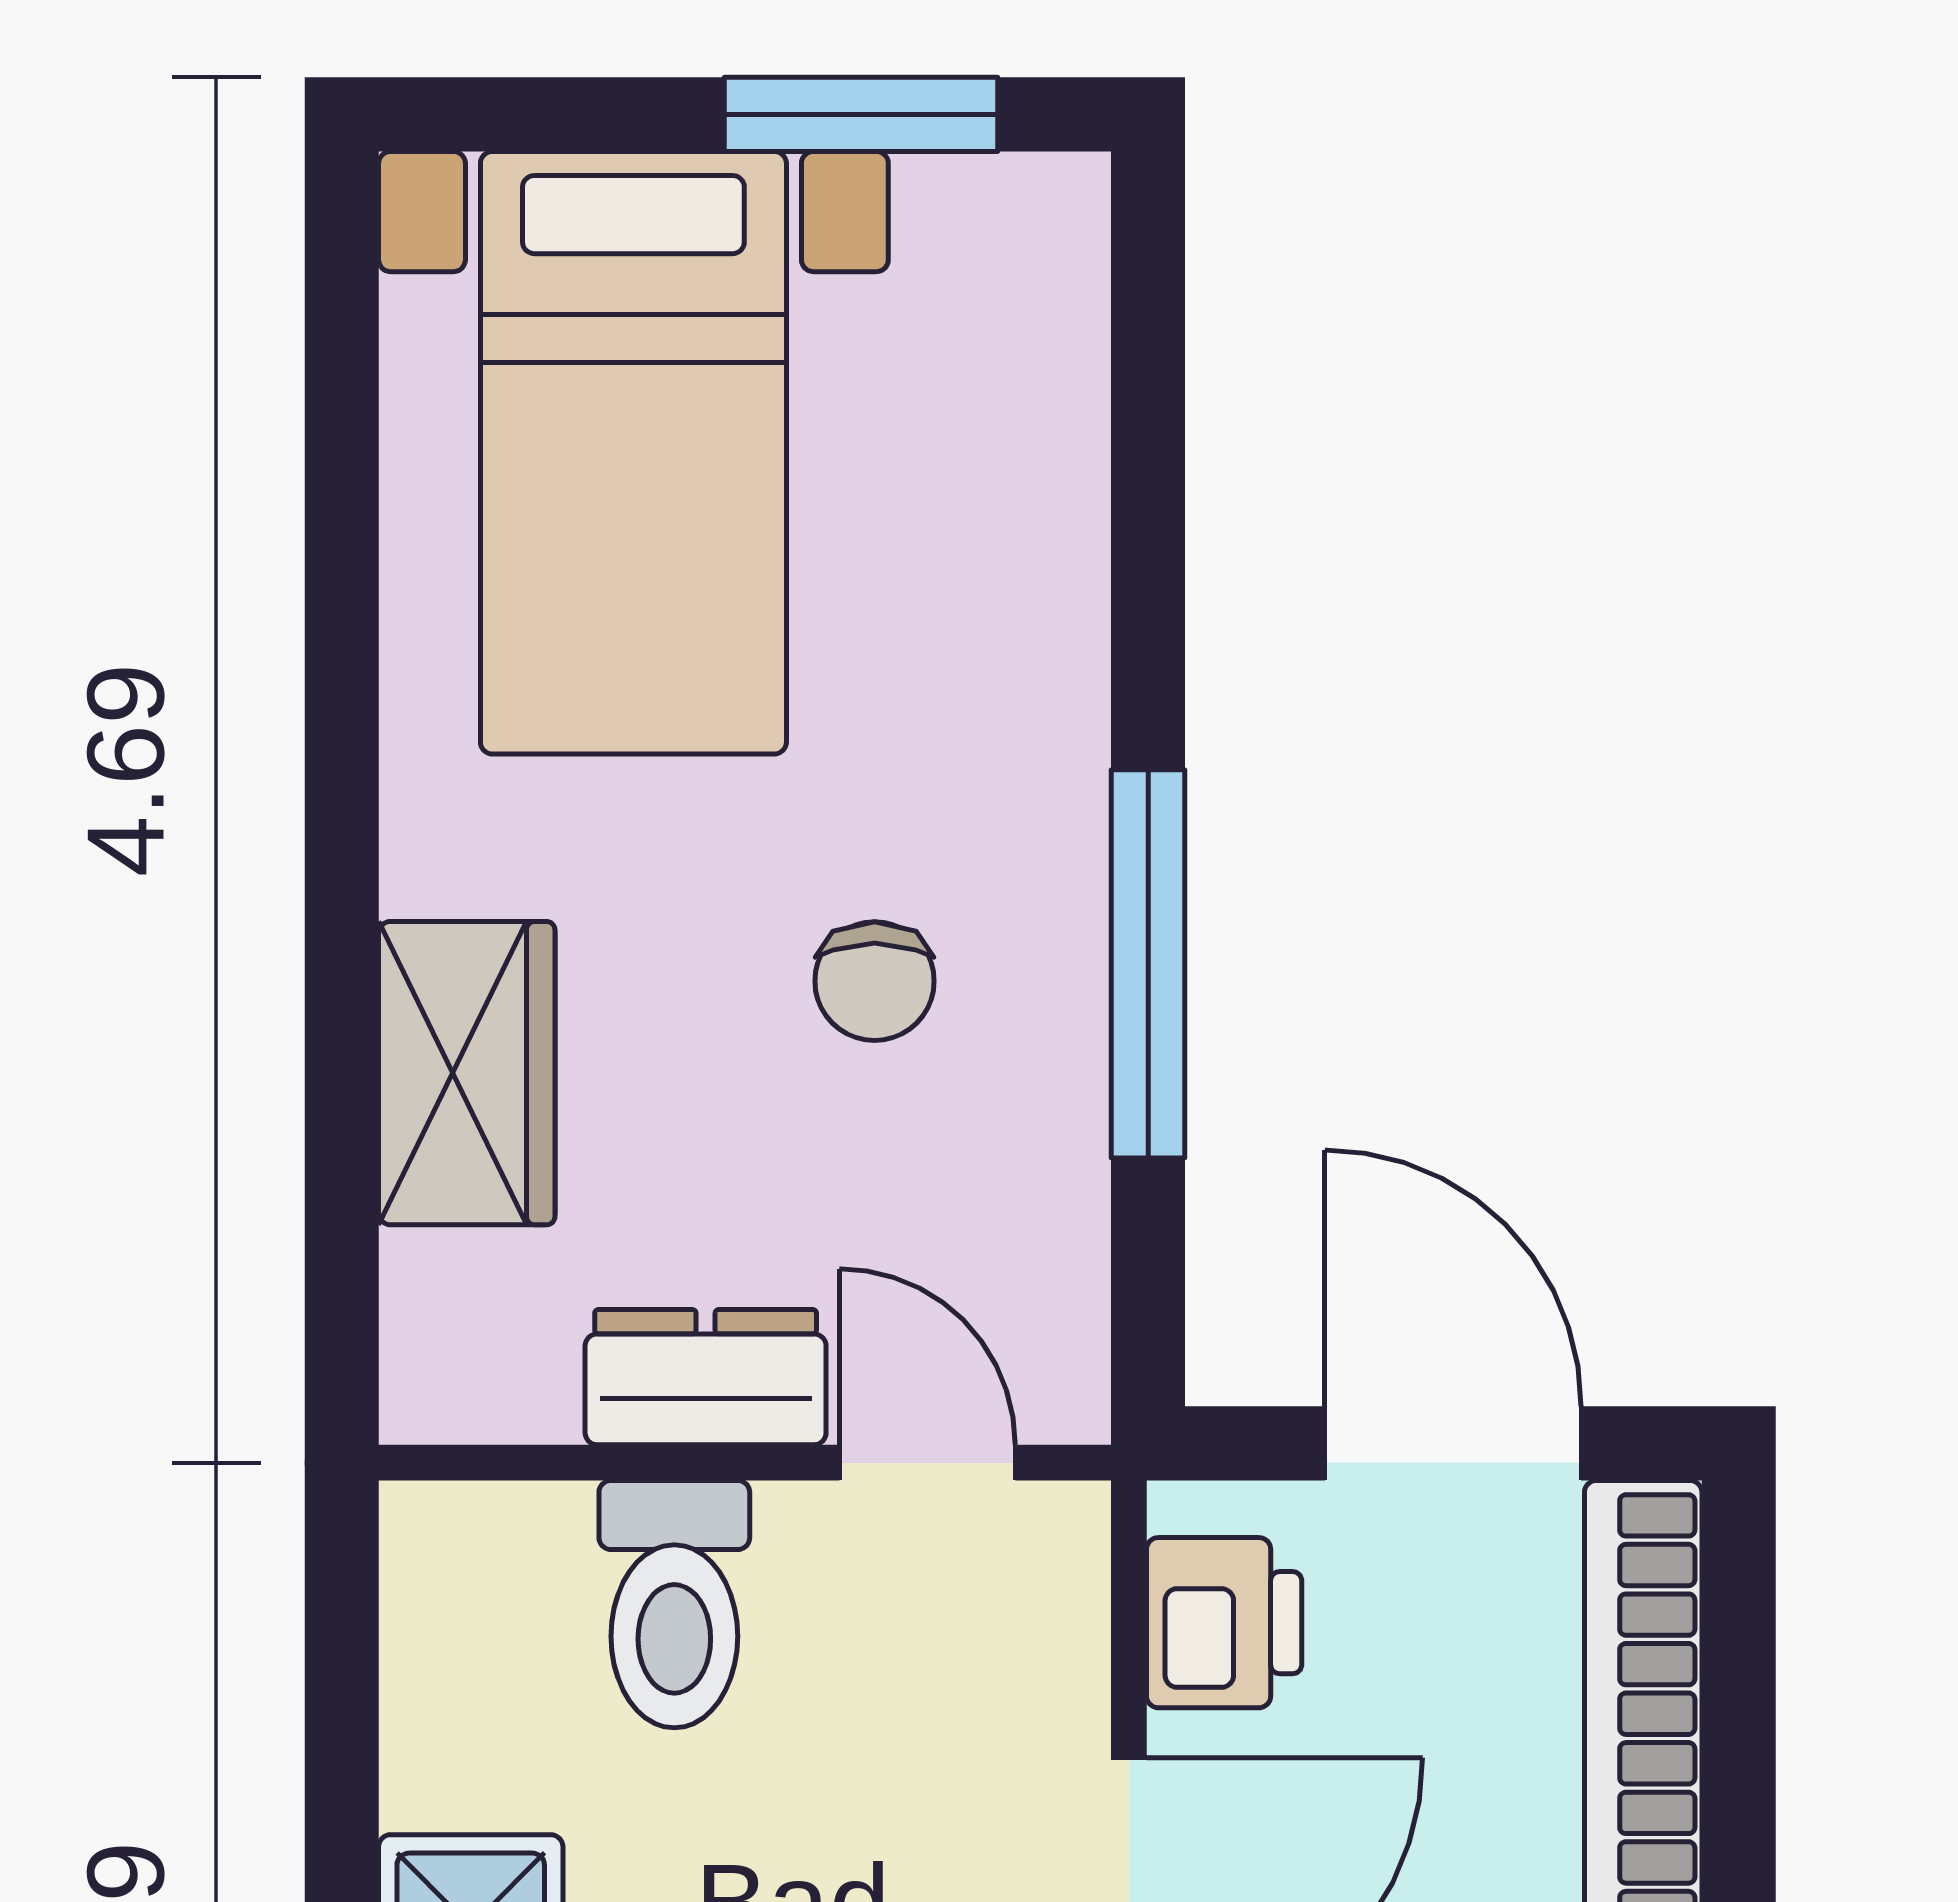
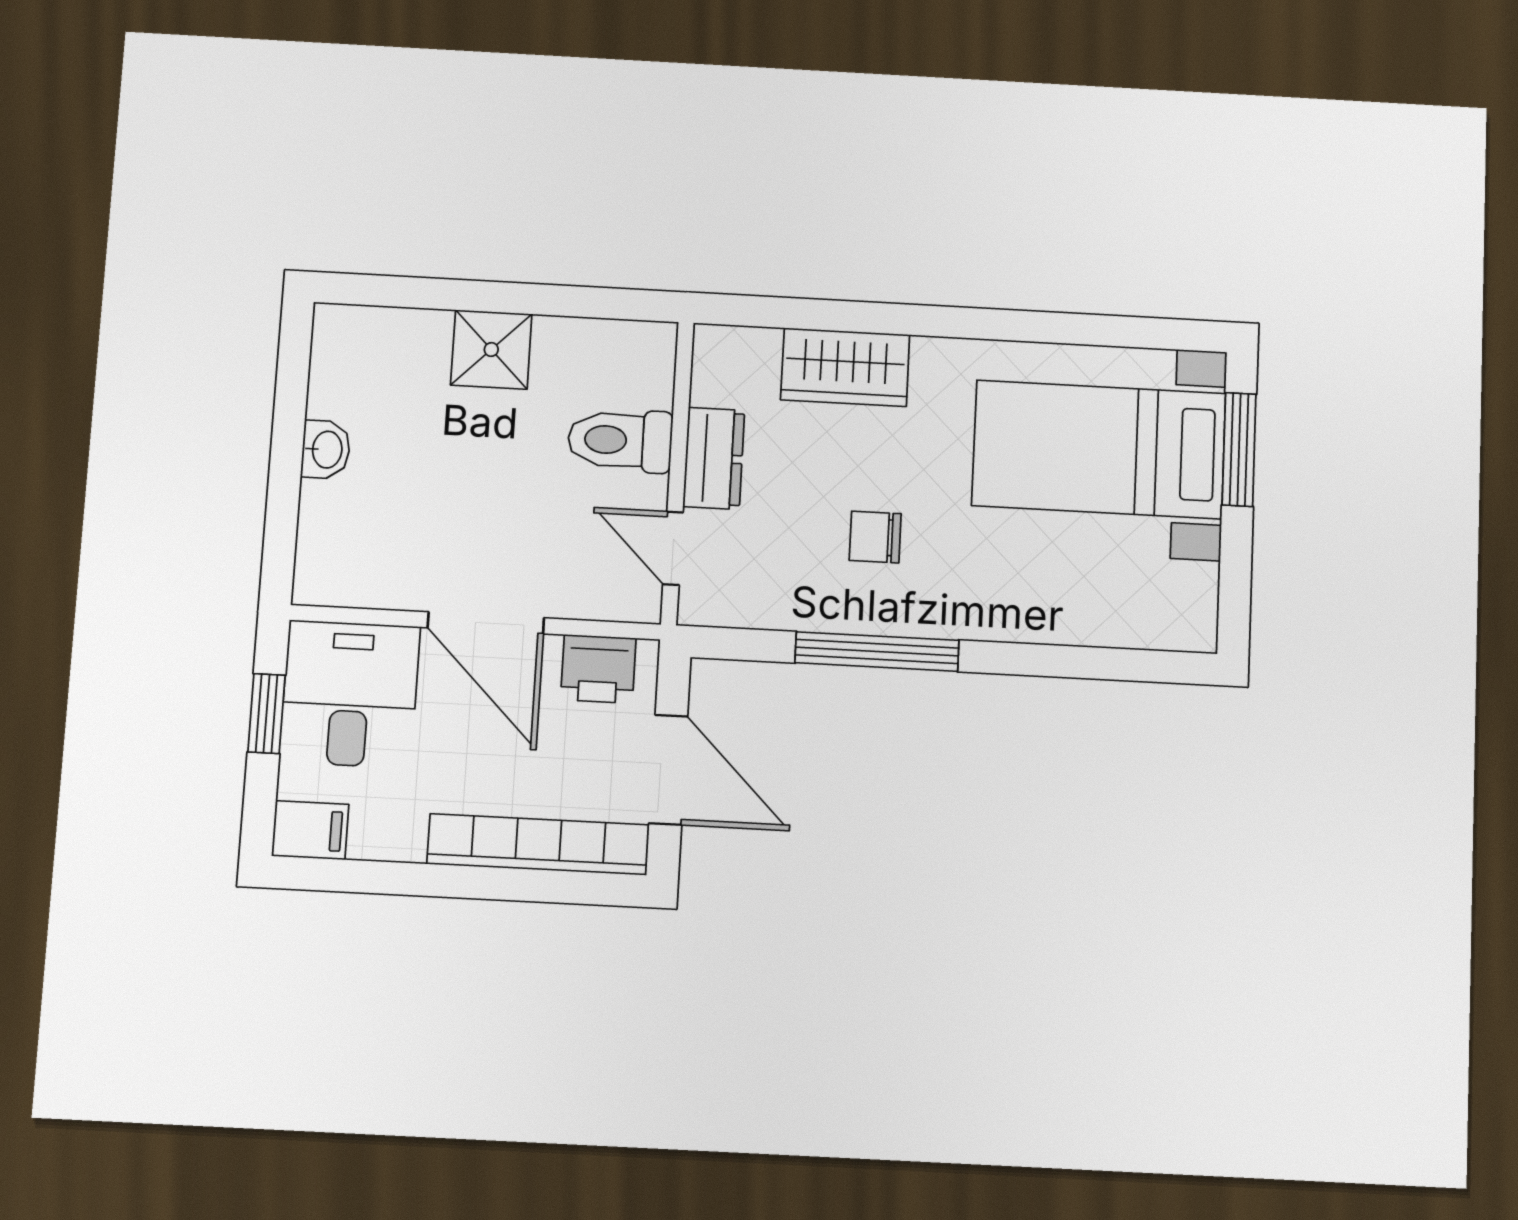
window: (861, 114) -> (1239, 449), moved
door: (1453, 1443) -> (668, 770), hinge flipped
door: (927, 1463) -> (673, 548), swing flipped

